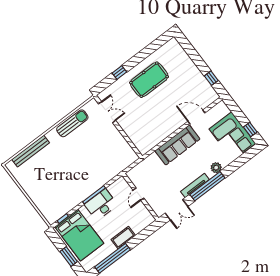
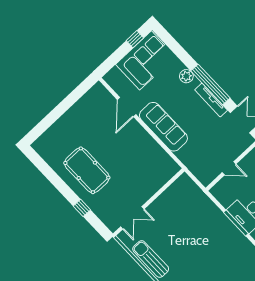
window: (211, 78) -> (77, 94), removed
double door: (107, 112) -> (132, 218), swing flipped

